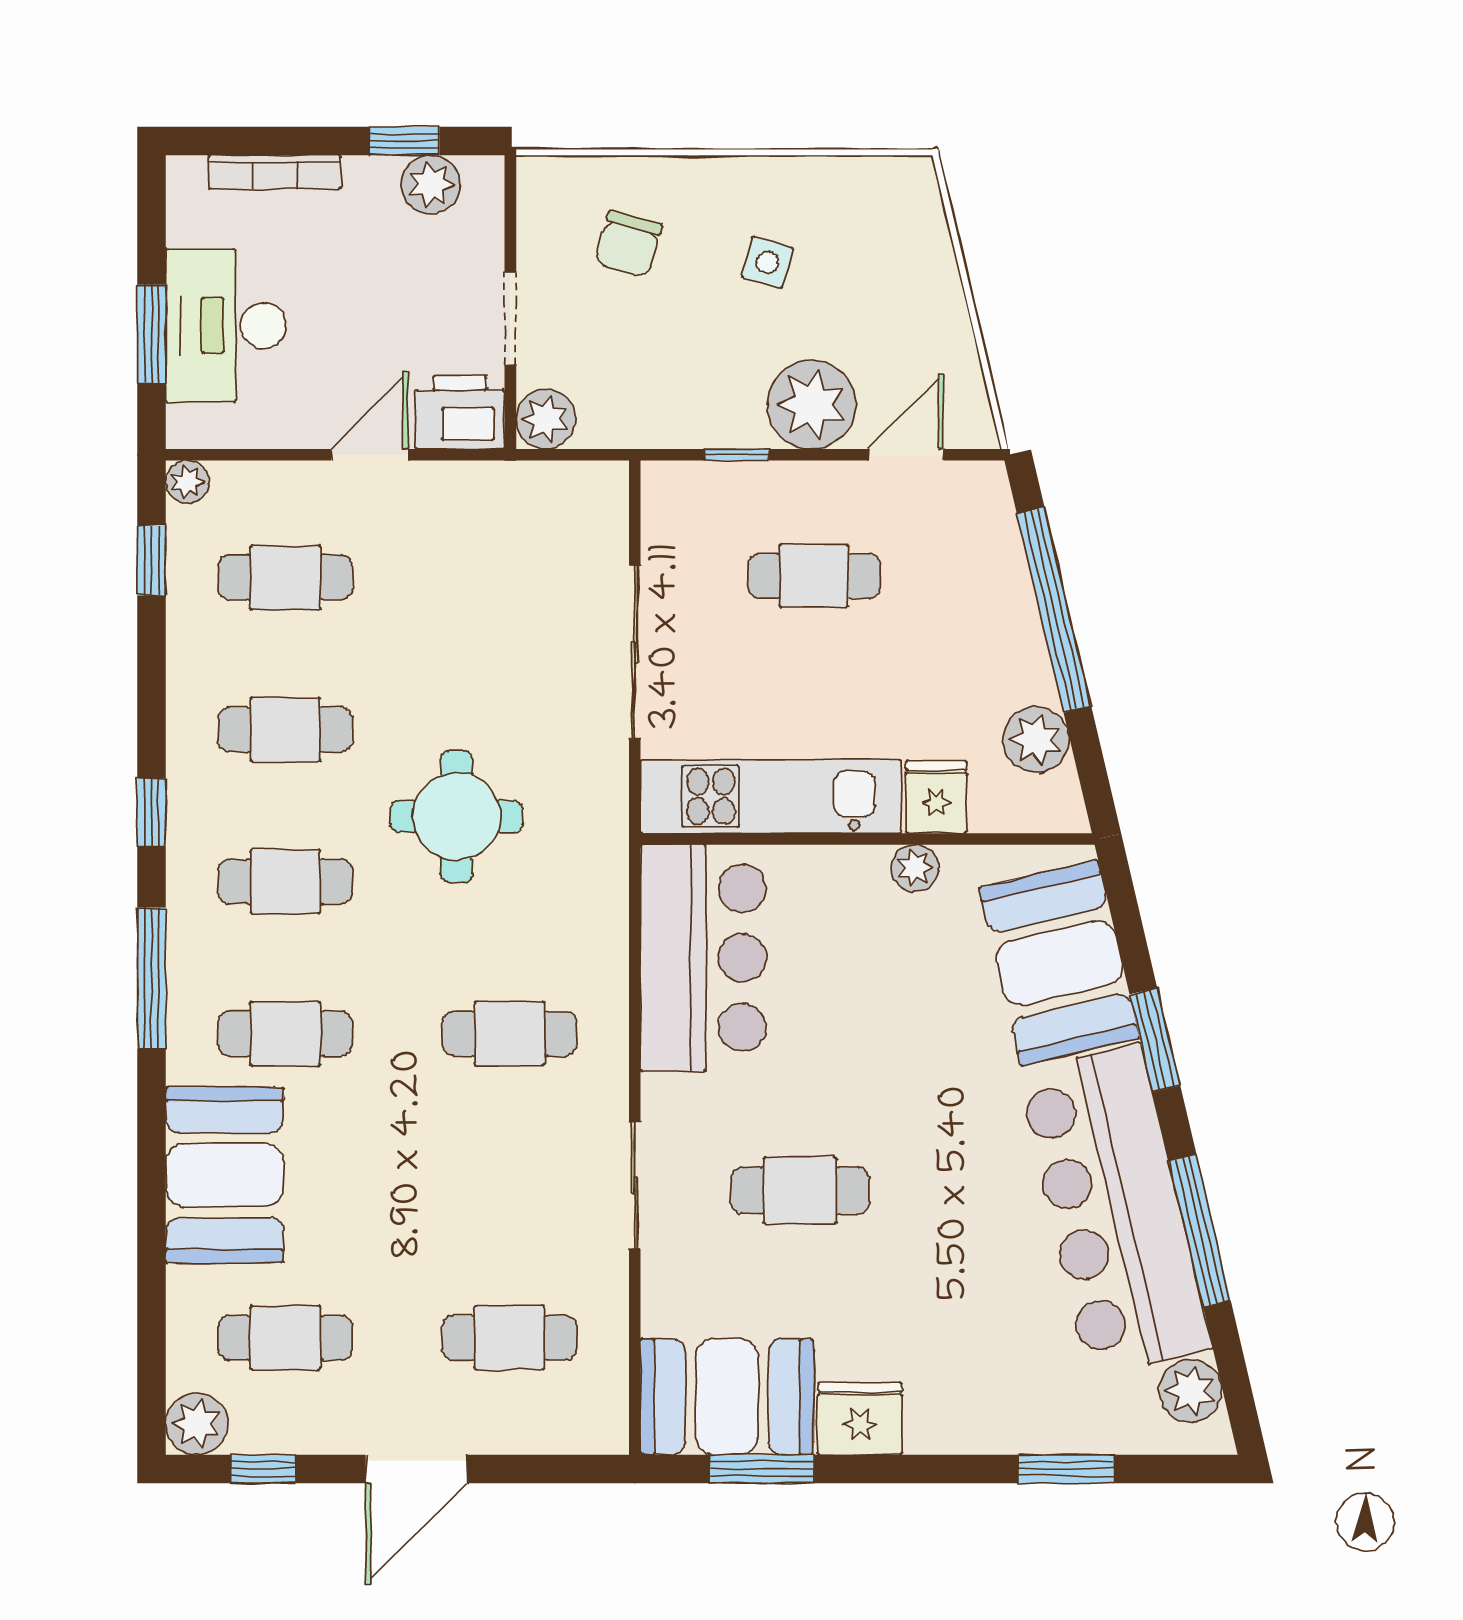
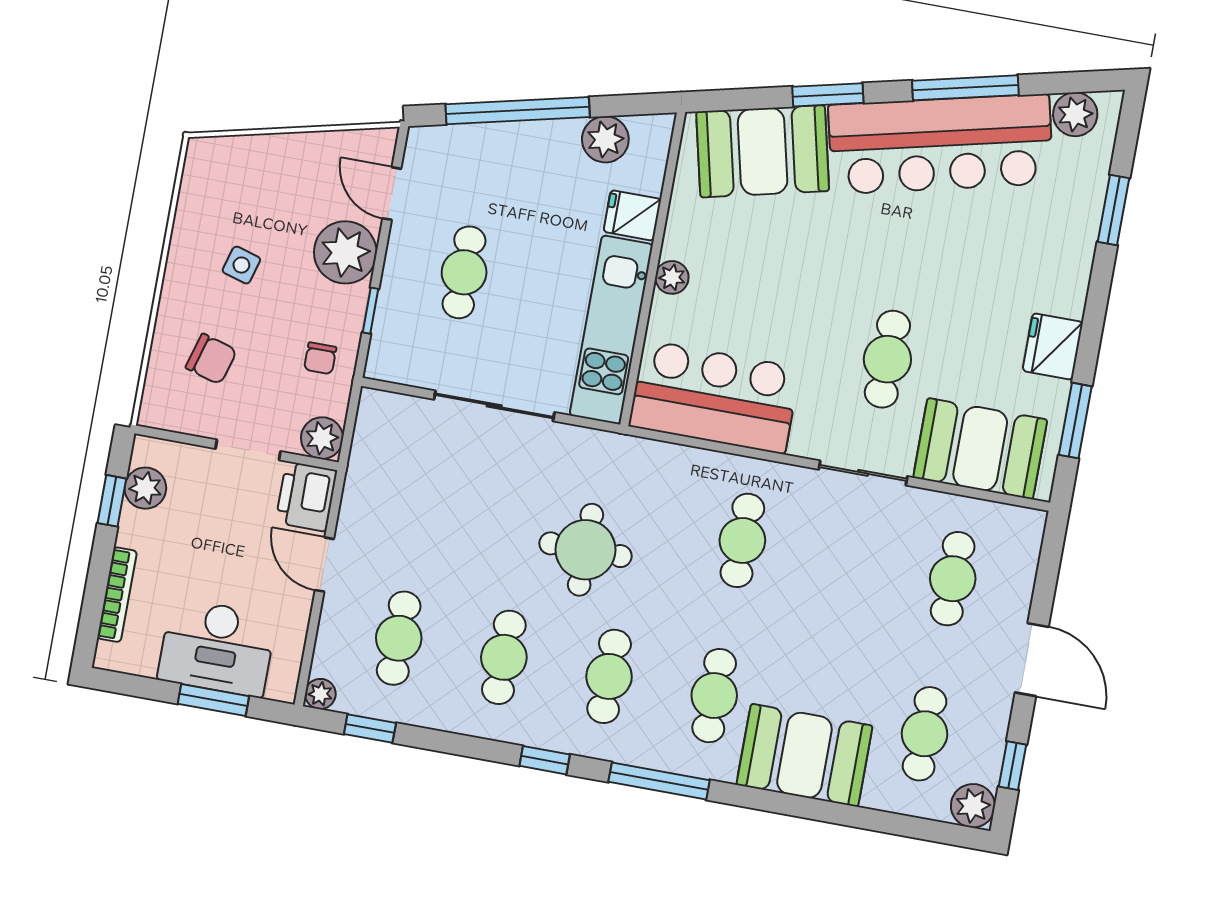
chair: (657, 396) -> (320, 358), added
plant: (915, 868) -> (672, 277), moved
booth: (727, 1397) -> (980, 449), moved, turned 90

